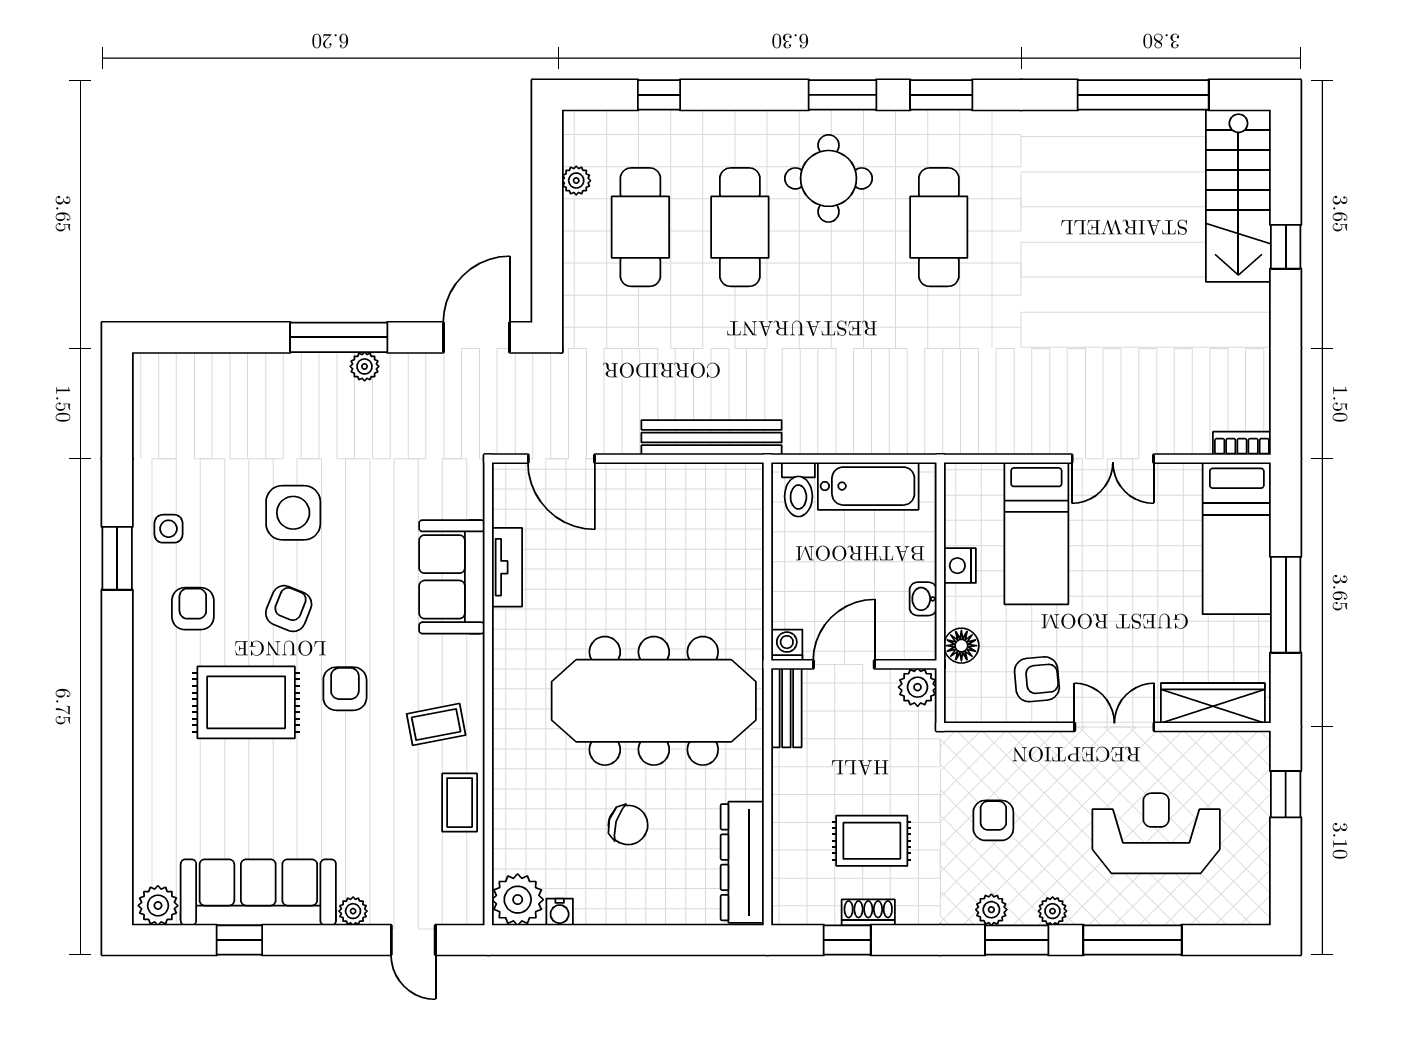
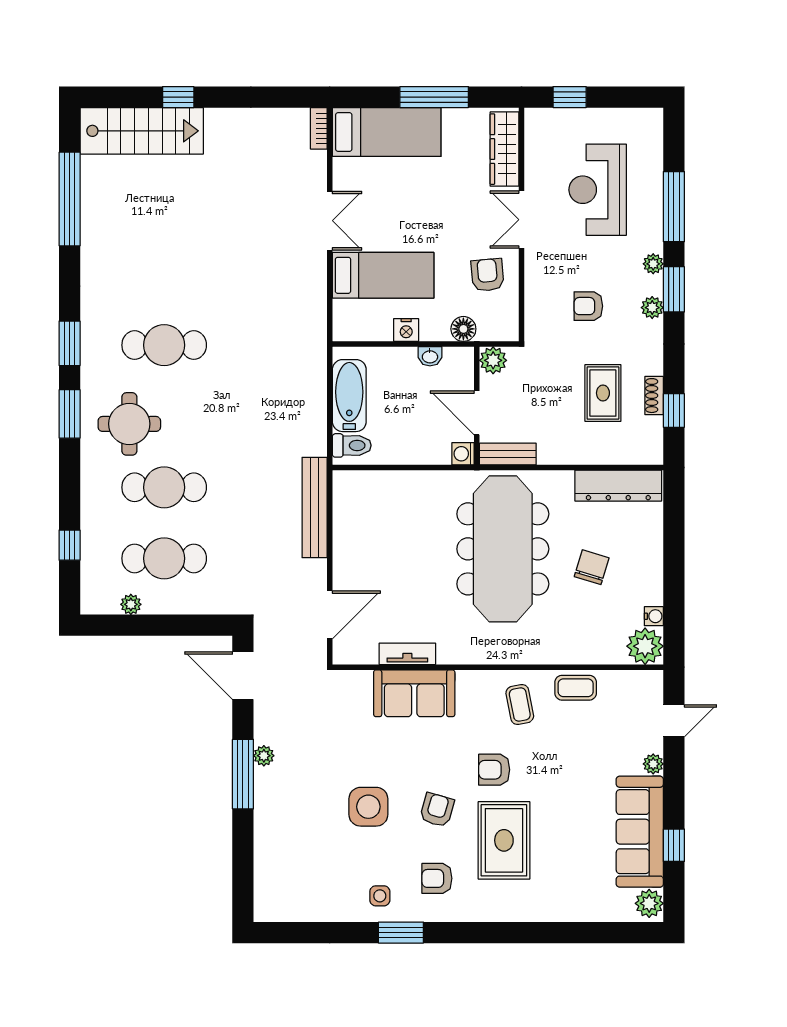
armchair: (289, 609) -> (437, 810), turned 84

